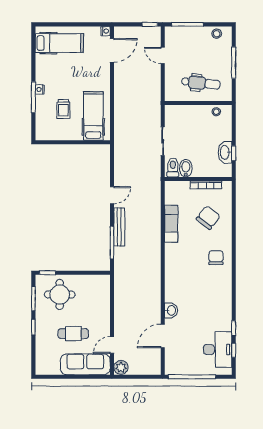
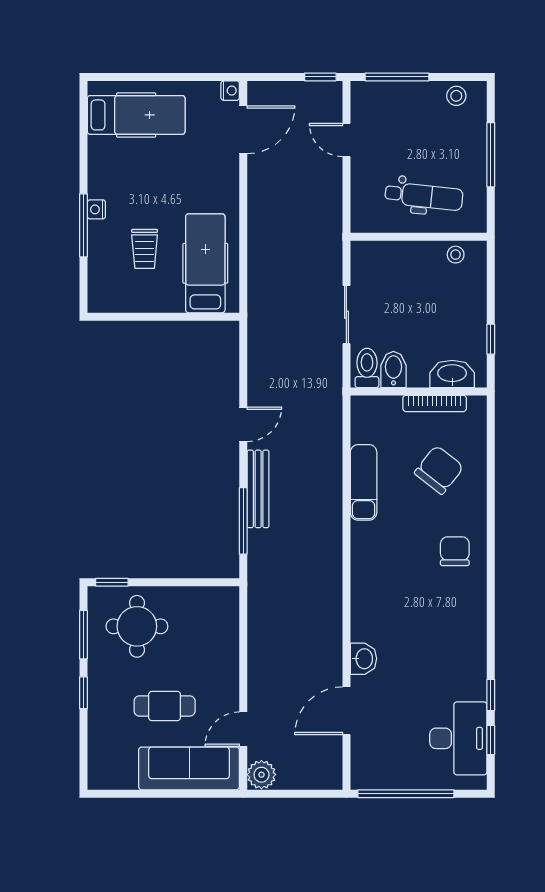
washbasin: (225, 152) -> (452, 374), moved, turned 90

